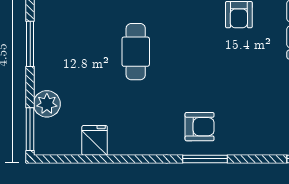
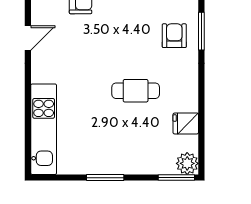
cafe table: (136, 52) -> (136, 91), moved
plant: (47, 104) -> (187, 163), moved

